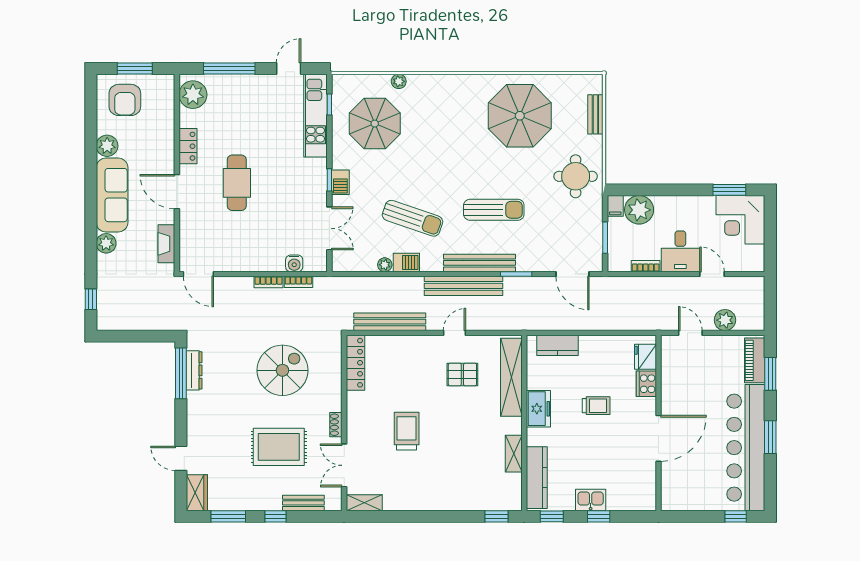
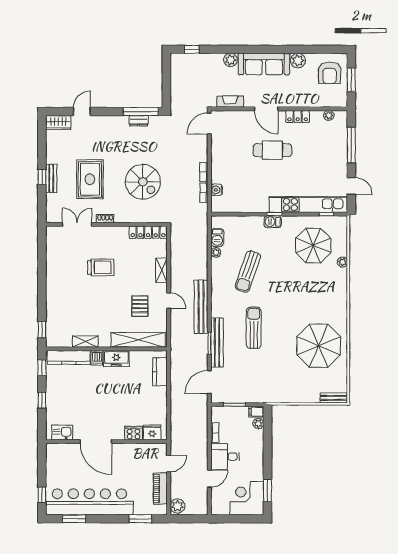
plant: (193, 95) -> (329, 115), width x0.53, depth x0.53
armchair: (125, 100) -> (330, 73), turned -90
bench: (595, 114) -> (334, 398), moved
kitchen unit: (315, 116) -> (308, 205), width x1.36
round table: (576, 176) -> (277, 384), removed
door: (177, 192) -> (266, 109), swing flipped
sun lounger: (494, 210) -> (254, 328), turned 180
plant: (639, 210) -> (258, 423), width x0.53, depth x0.53
double door: (329, 228) -> (241, 214), removed
barbecue: (406, 263) -> (217, 237), moved
bench: (480, 263) -> (217, 343), moved
plant: (725, 320) -> (178, 506), moved
bench: (390, 322) -> (176, 256), removed
piano: (755, 360) -> (160, 489), moved, turned -90
dresser: (194, 370) -> (139, 121), width x0.70
trolley: (596, 406) -> (118, 398), removed
dishwasher: (537, 437) -> (97, 358), added
window: (770, 437) -> (74, 519), moved
kitchen sink: (591, 500) -> (62, 433), moved, turned -90
bench: (303, 503) -> (51, 178), moved
shelving: (364, 503) -> (162, 270), moved
window: (228, 516) -> (42, 144), removed

